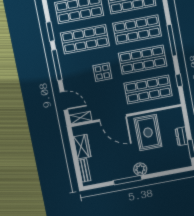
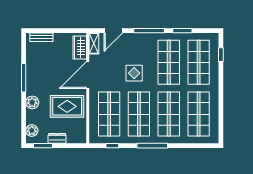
wardrobe: (82, 147) -> (80, 48), moved, turned 90
plant: (178, 163) -> (32, 131), added
plant: (140, 169) -> (32, 102), moved

